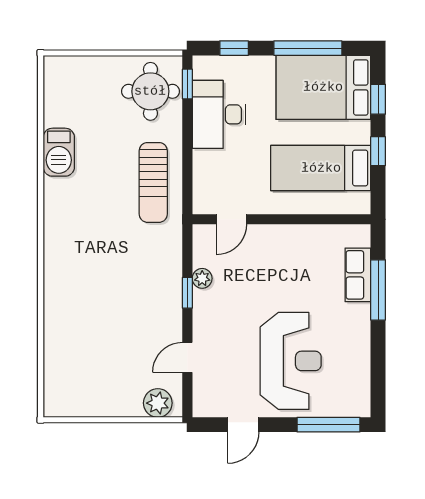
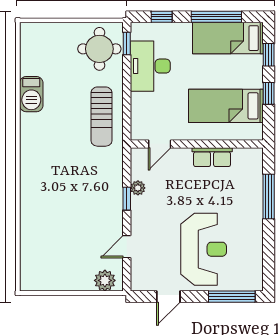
bed: (323, 87) -> (228, 38), width x0.67
row of seats: (358, 275) -> (212, 157), moved, turned -90

